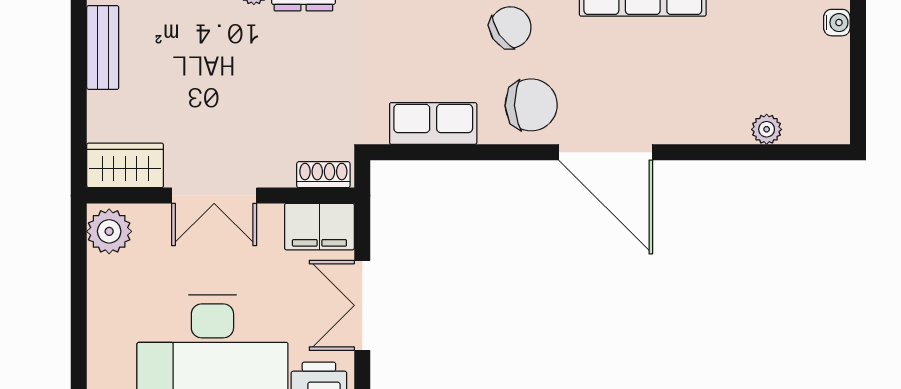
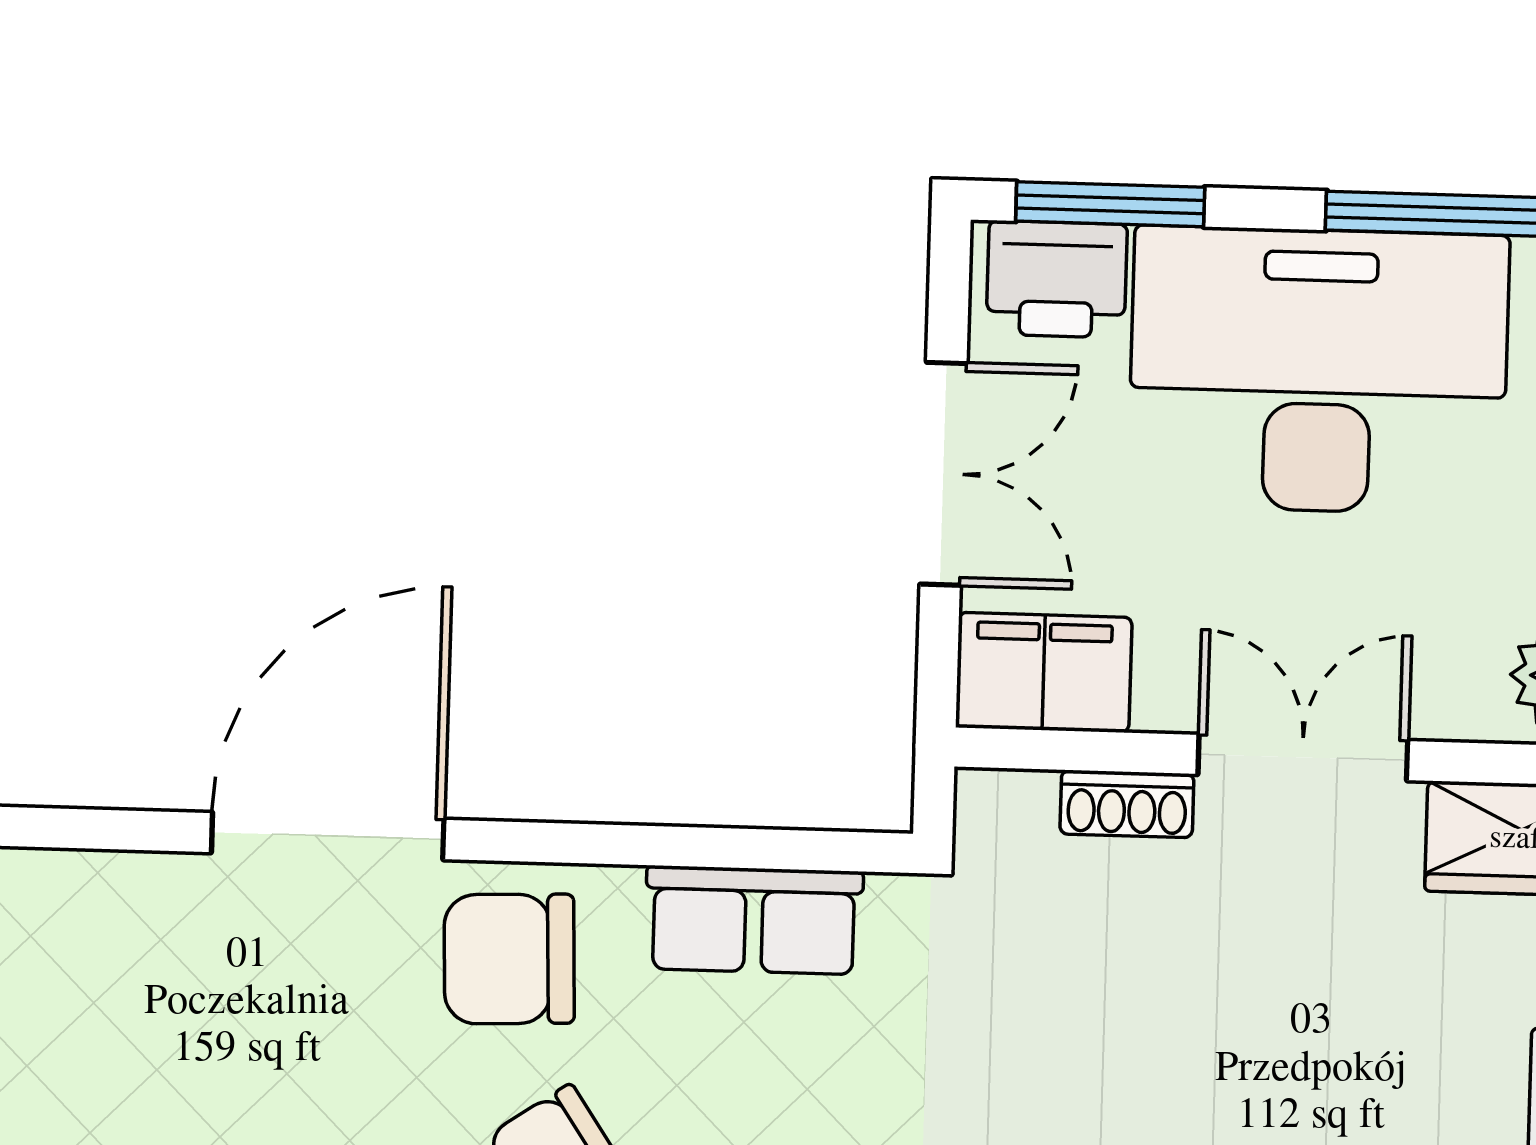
door: (606, 152) -> (328, 836), hinge flipped
shoe rack: (323, 175) -> (1127, 804), moved

